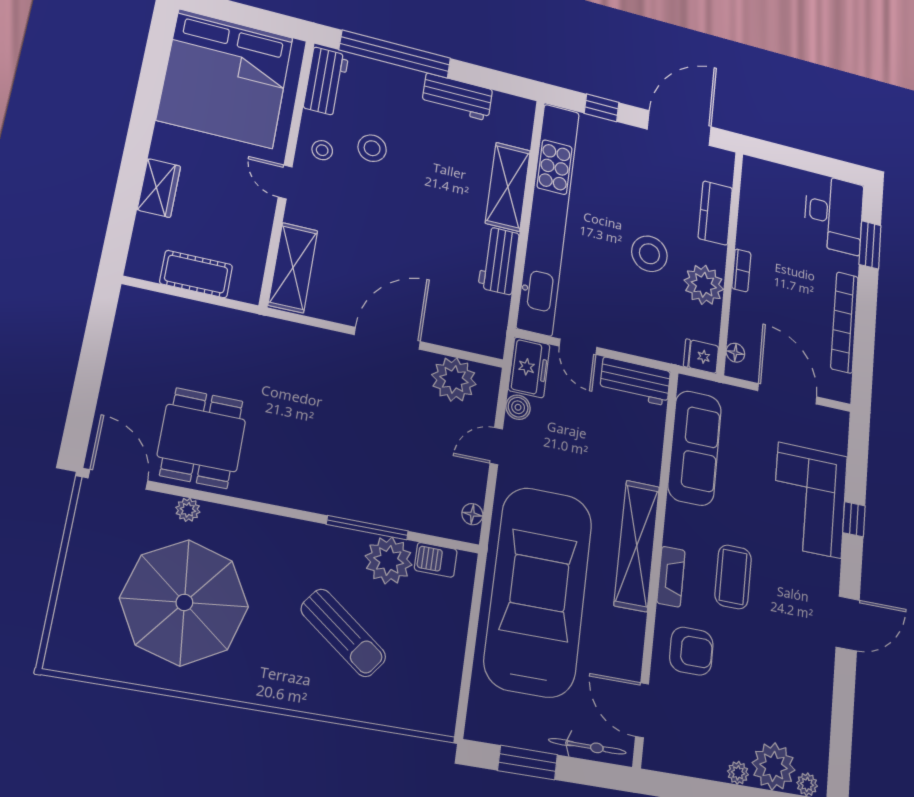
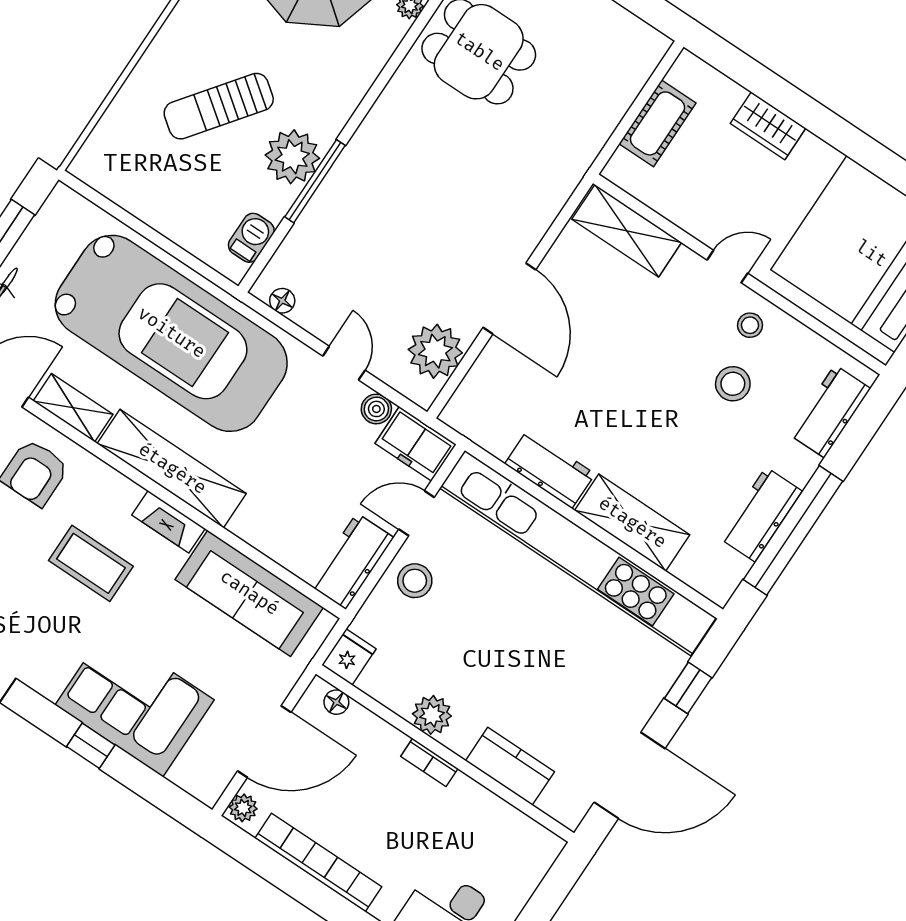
window: (395, 54) -> (793, 530), moved
workbench: (326, 82) -> (830, 411), moved, turned 90
door: (679, 128) -> (630, 775), hinge flipped
stool: (649, 254) -> (415, 581), moved, width x0.73, depth x0.73
plant: (704, 285) -> (432, 715), width x0.73, depth x0.73
plant: (837, 390) -> (243, 808), added
plant: (389, 560) -> (292, 157), moved
fireplace: (671, 577) -> (168, 522), moved
shelving: (630, 644) -> (73, 408), added

